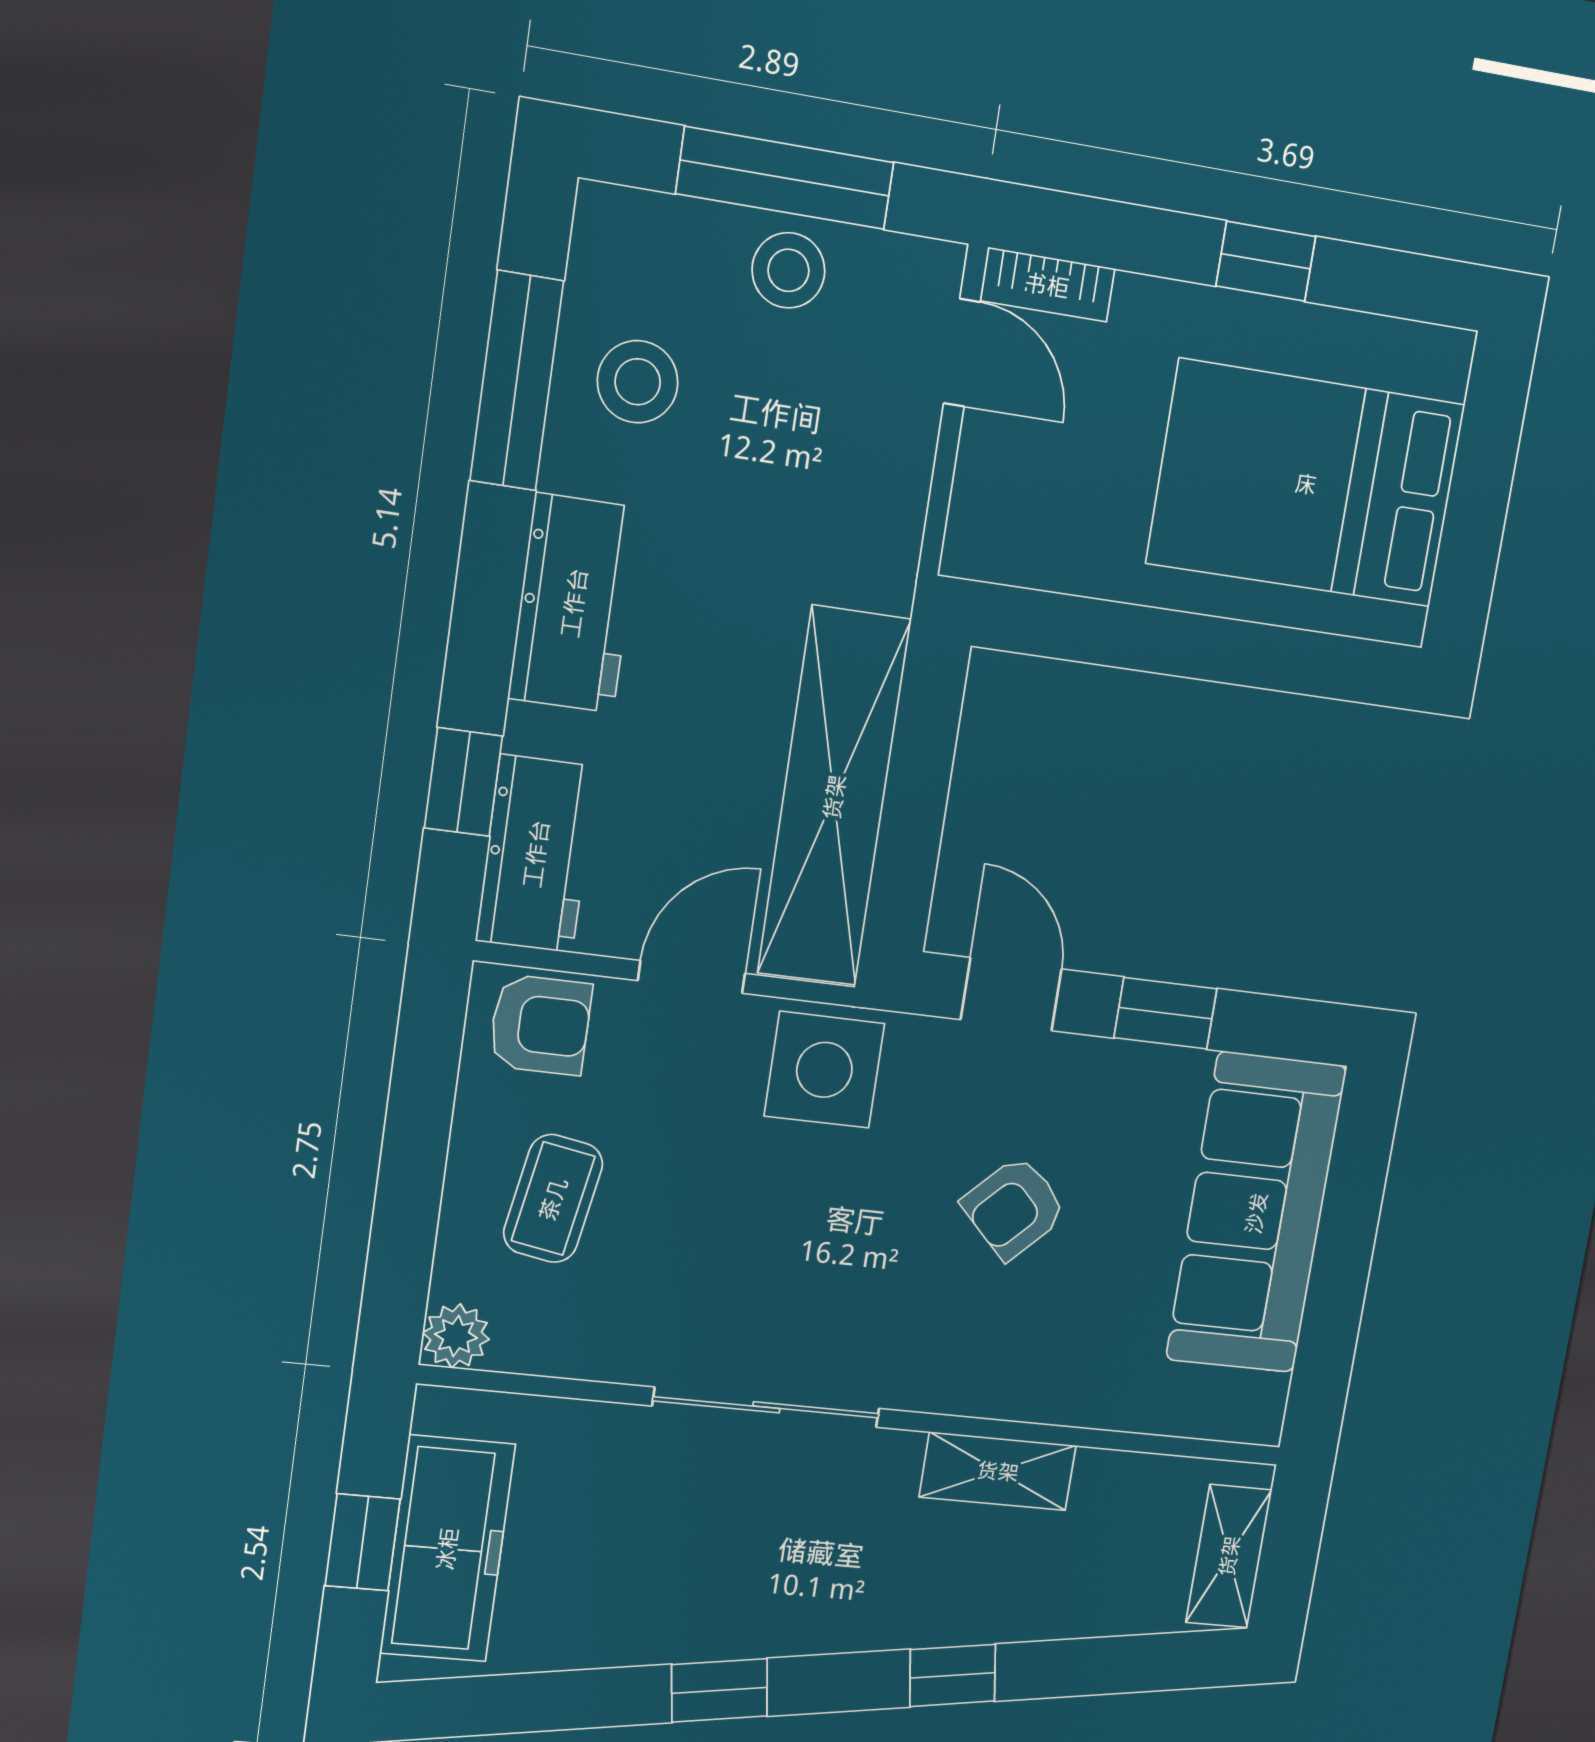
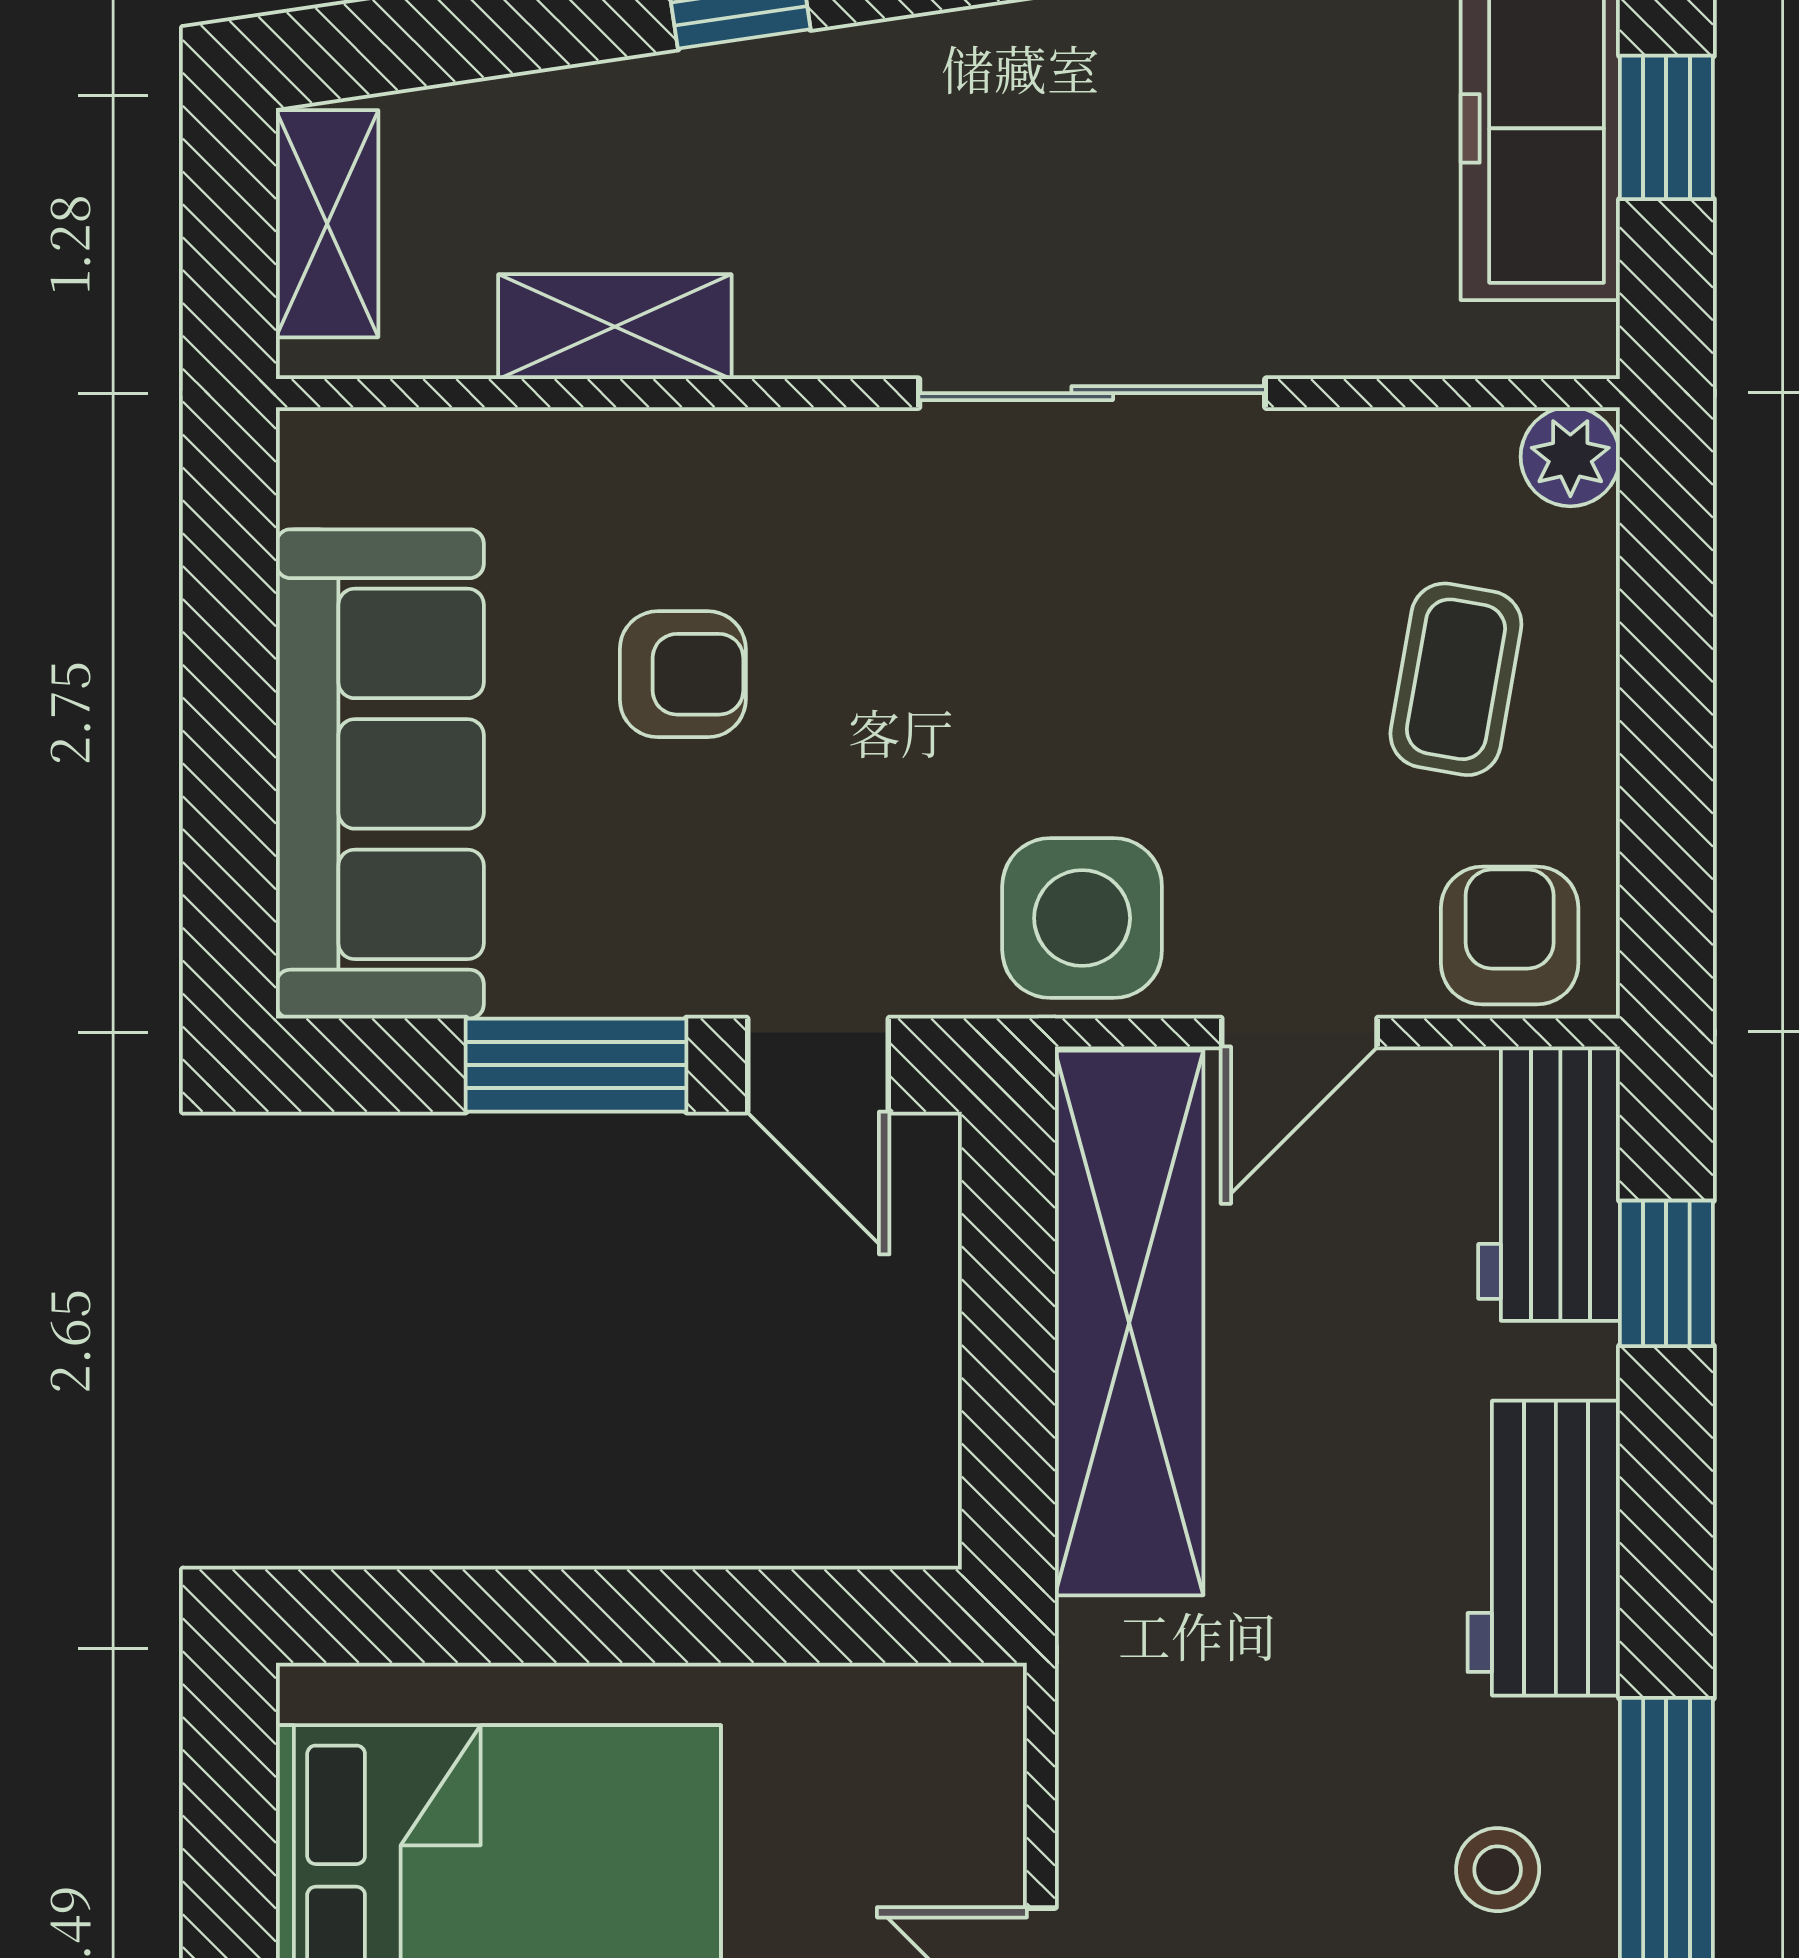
stool: (638, 382) -> (1498, 1870), width x0.73, depth x0.73
window: (1165, 1013) -> (576, 1065), width x1.50
armchair: (540, 1025) -> (1510, 936), turned 90
armchair: (1014, 1208) -> (683, 674), moved, turned 45
shelving: (998, 1471) -> (615, 327), moved

